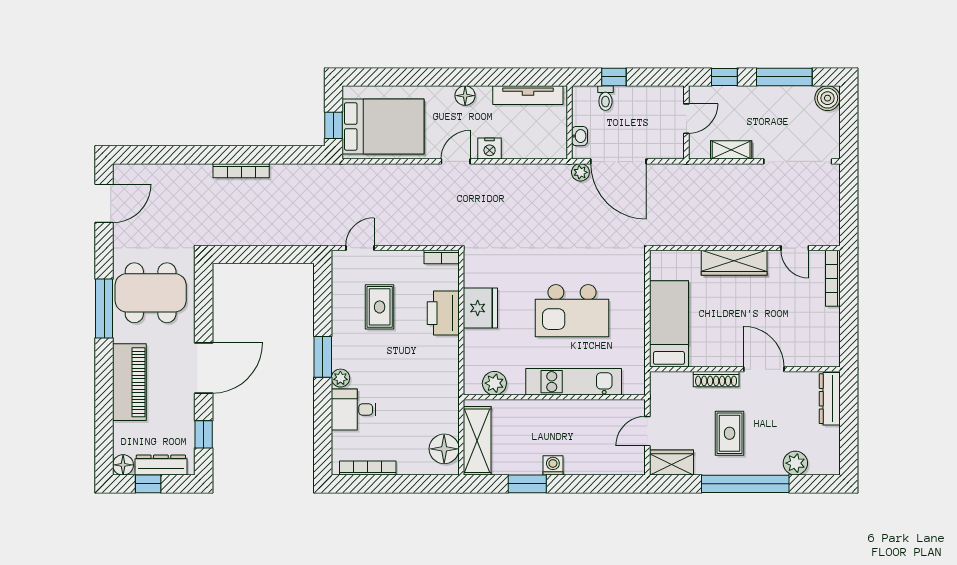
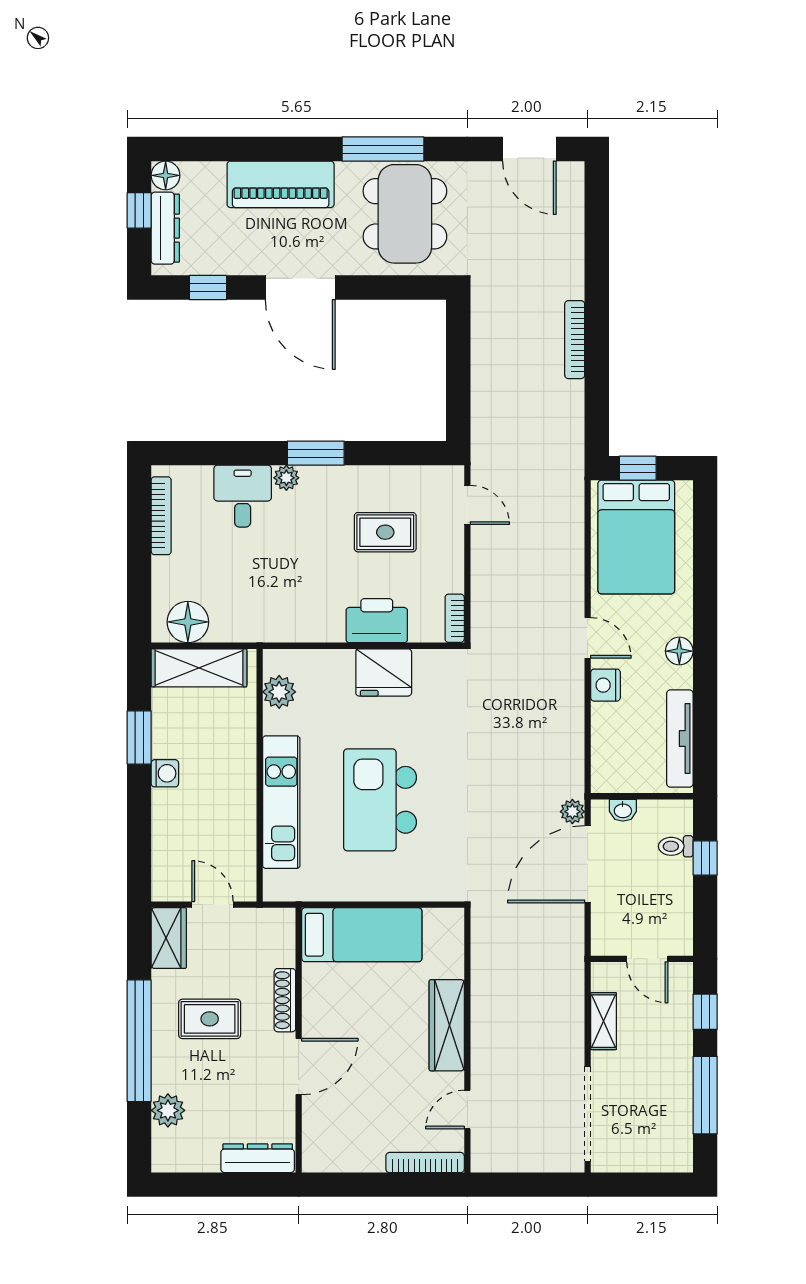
boiler: (827, 98) -> (676, 1155), removed

